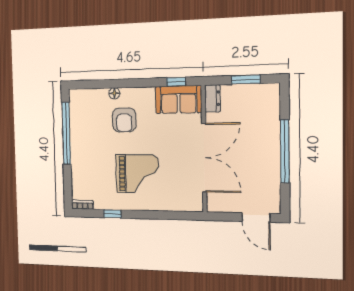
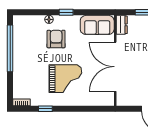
window: (176, 82) -> (66, 12), moved
armchair: (124, 120) -> (56, 39), turned 180
double door: (204, 158) -> (115, 67), swing flipped

